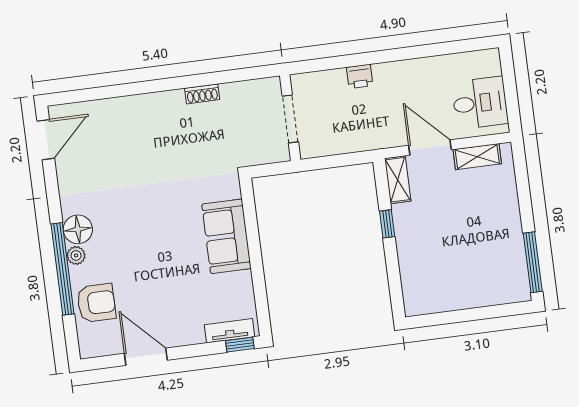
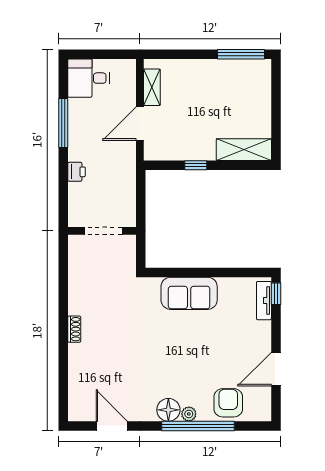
window: (418, 52) -> (63, 123), added
shoe rack: (202, 94) -> (74, 329), moved
desk: (480, 103) -> (89, 78), moved, turned -90
door: (46, 140) -> (112, 426), moved
shelving: (398, 180) -> (244, 150), moved, width x1.50, depth x1.33

